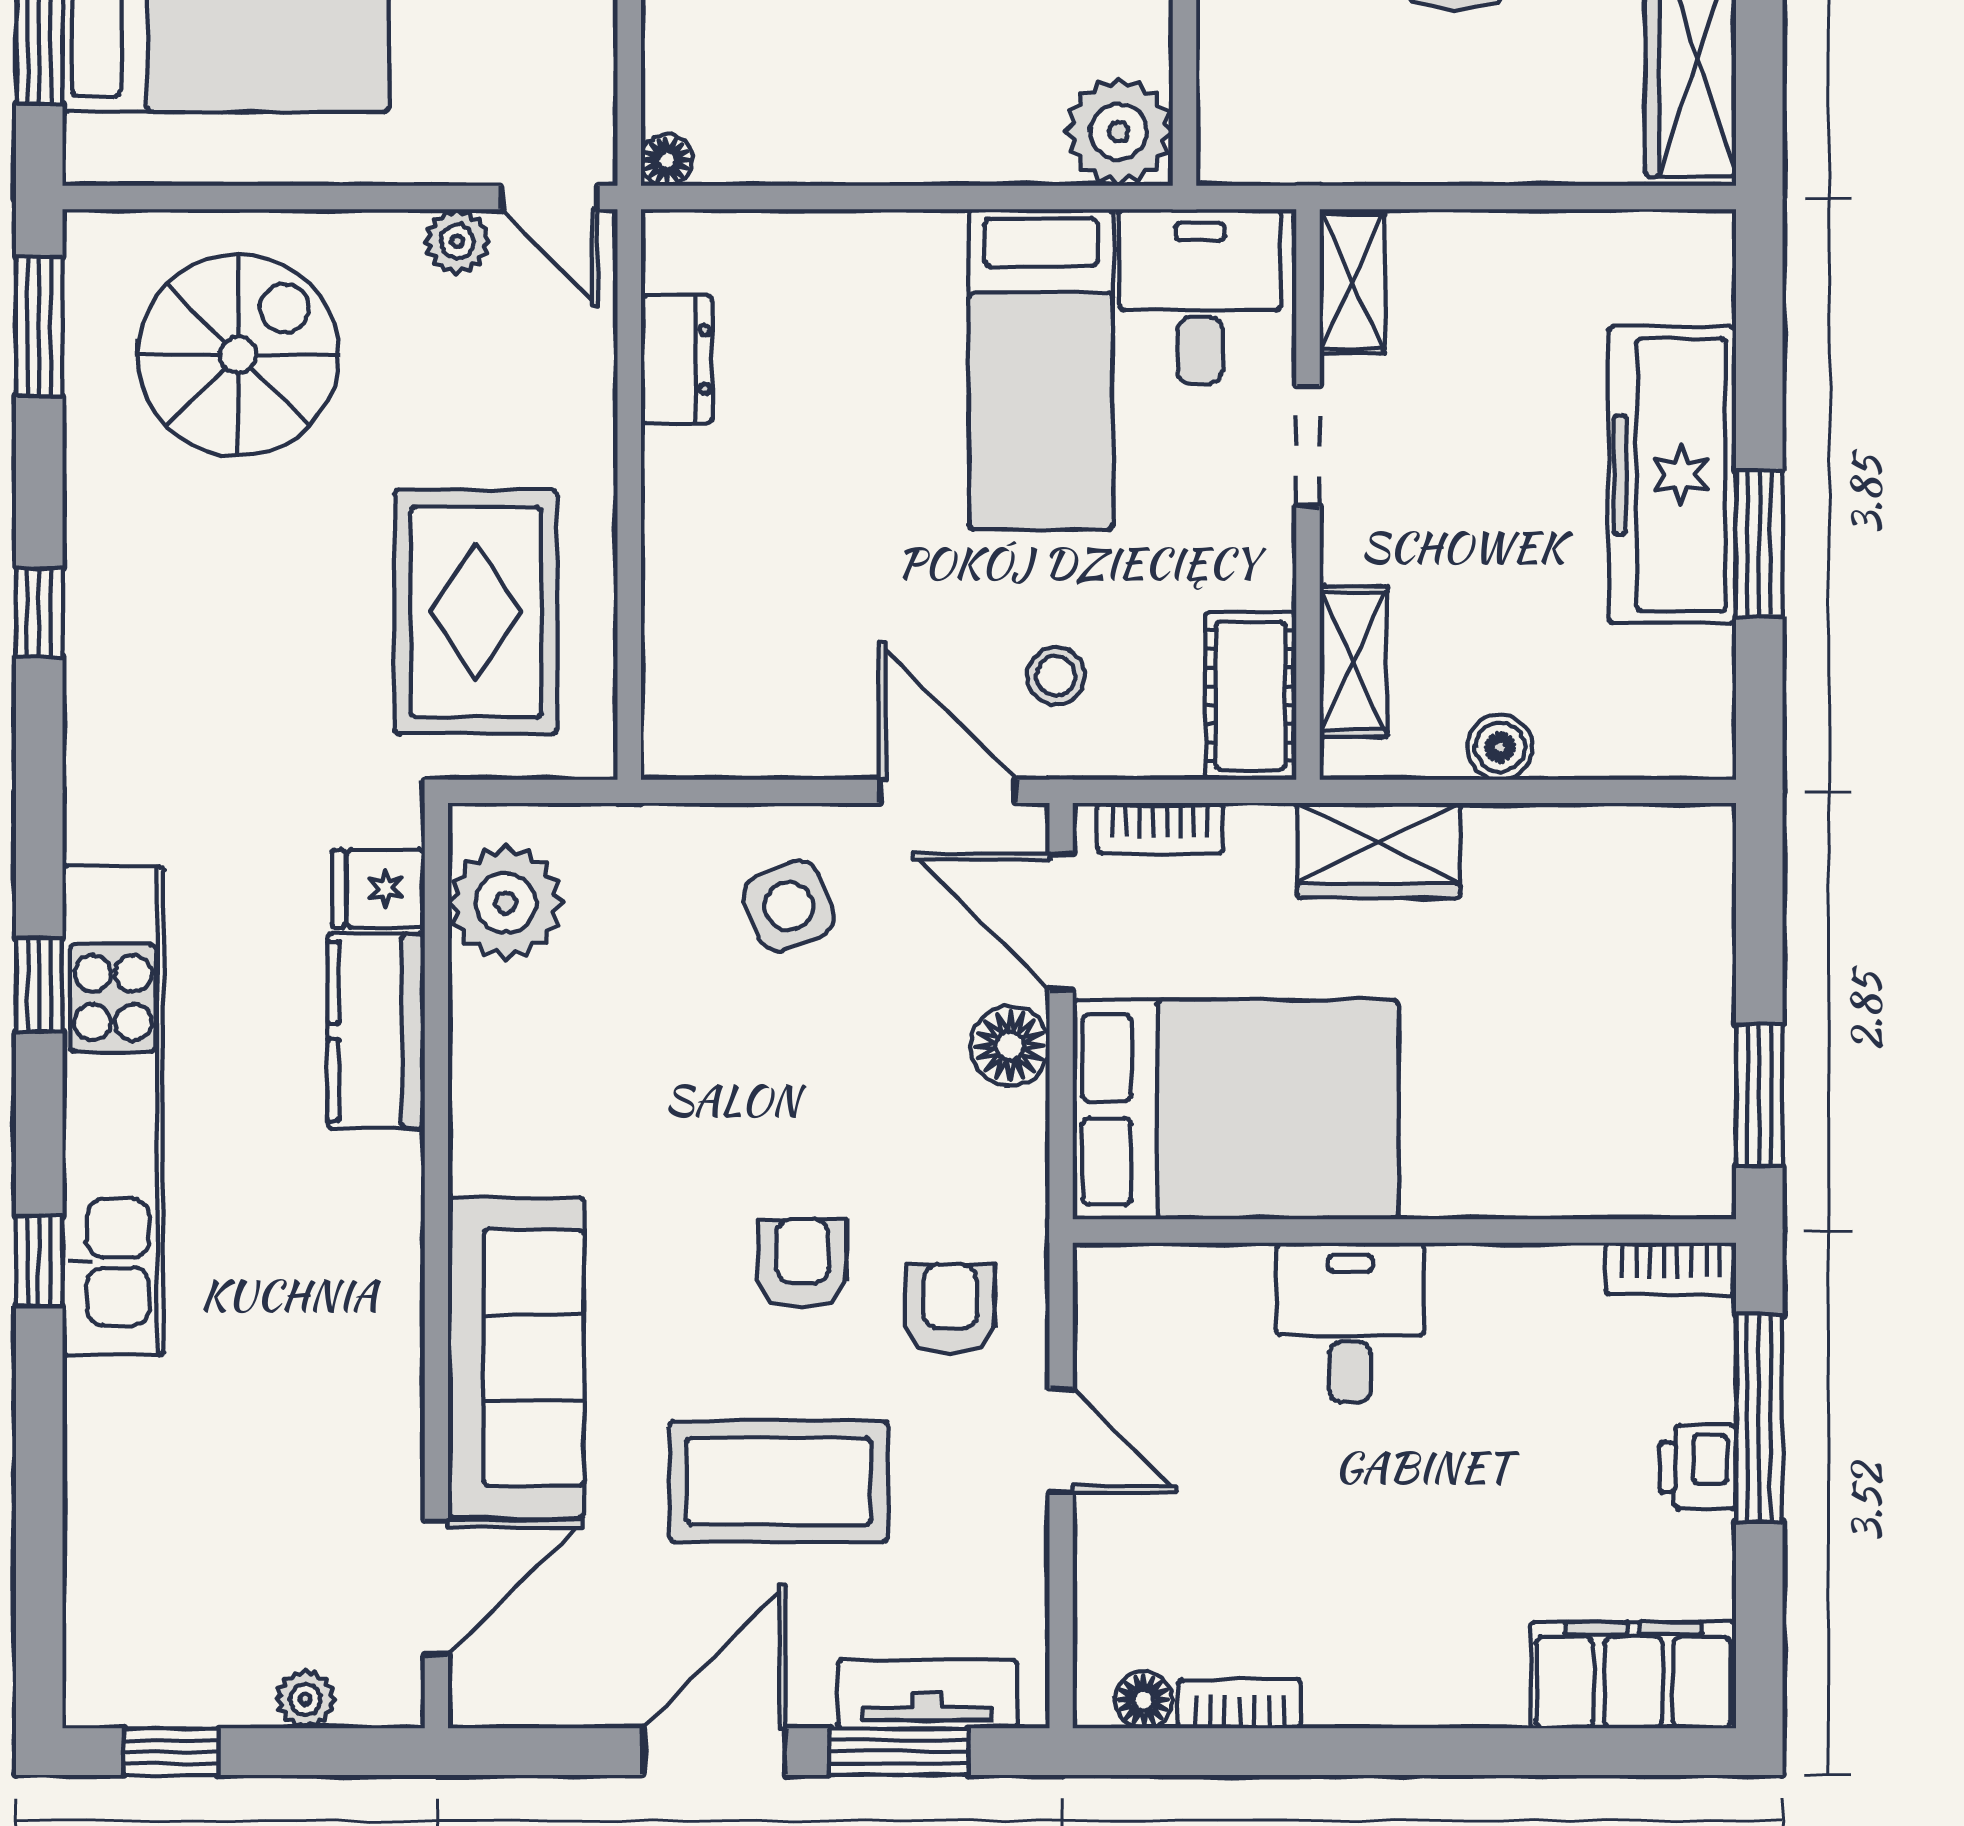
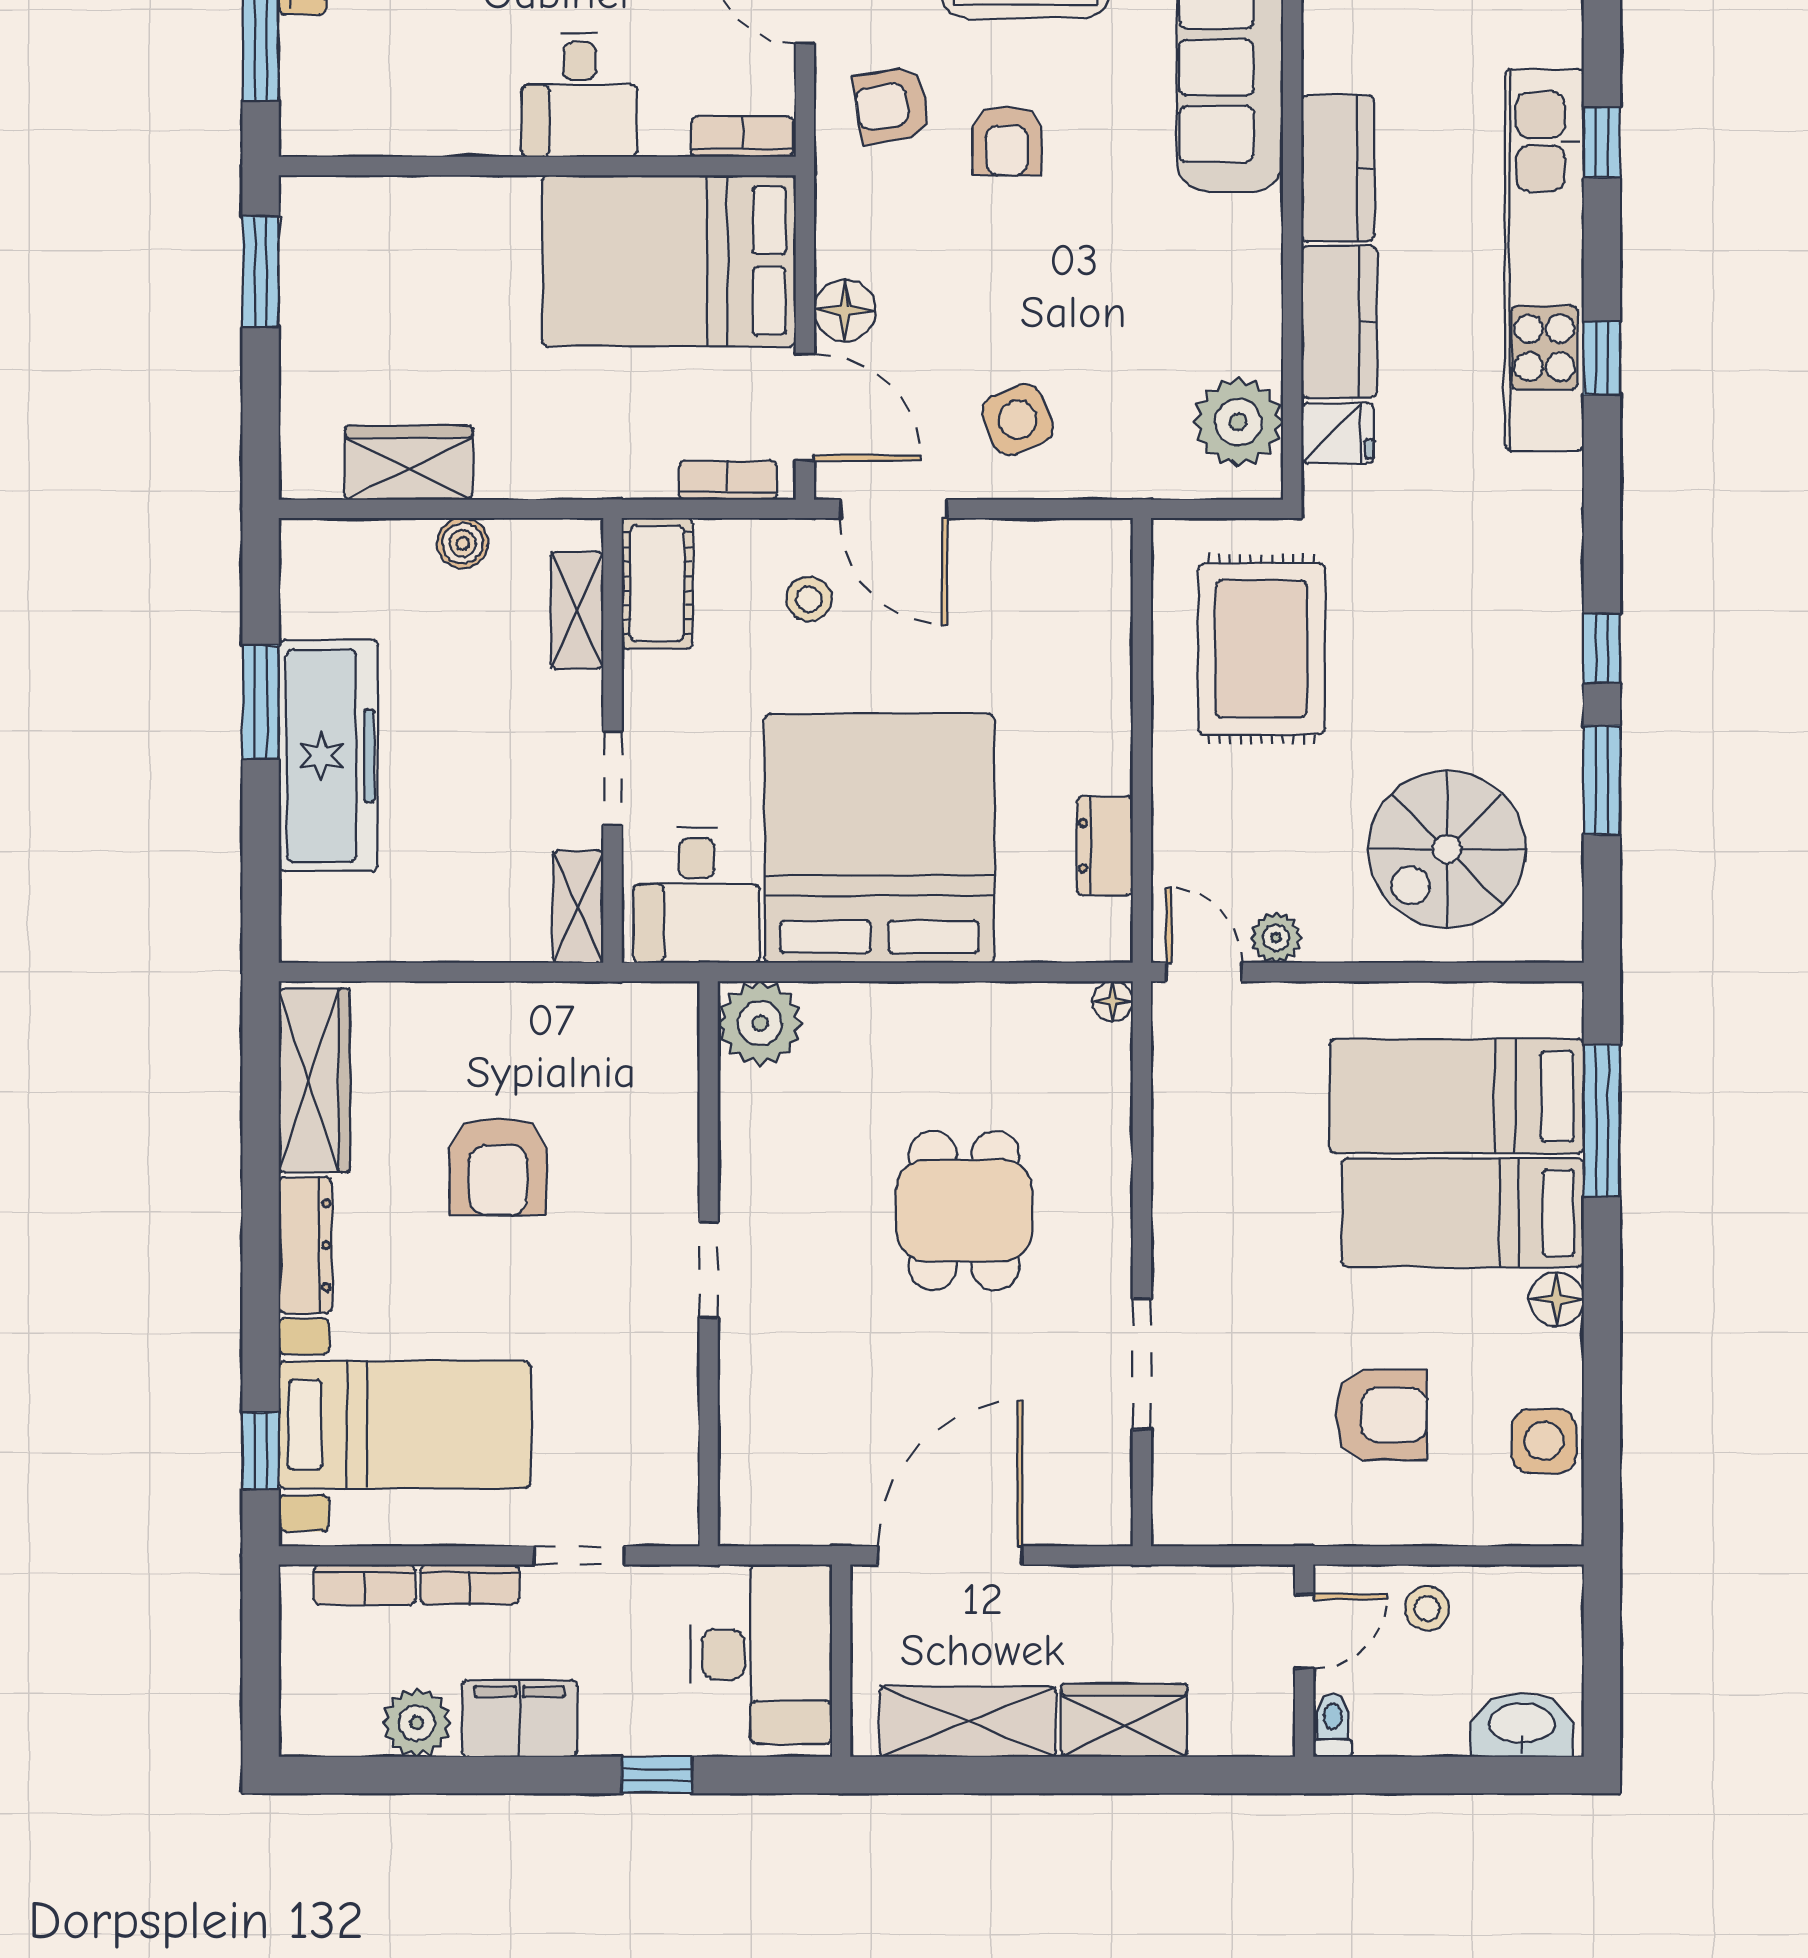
window: (39, 327) -> (1602, 780), moved
bed: (1041, 369) -> (879, 838), width x2.04
wardrobe: (1378, 850) -> (409, 463), moved
kitchen counter: (378, 1228) -> (1338, 168), added
bookcase: (1671, 1269) -> (742, 137), moved
armchair: (950, 1309) -> (892, 105), turned 80

